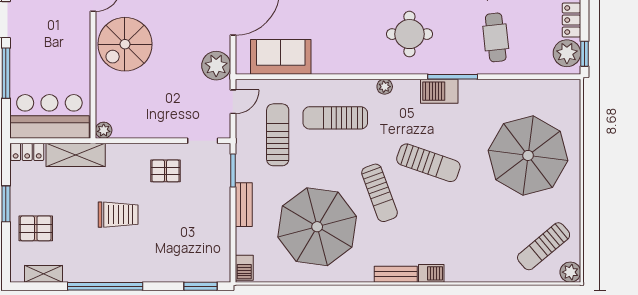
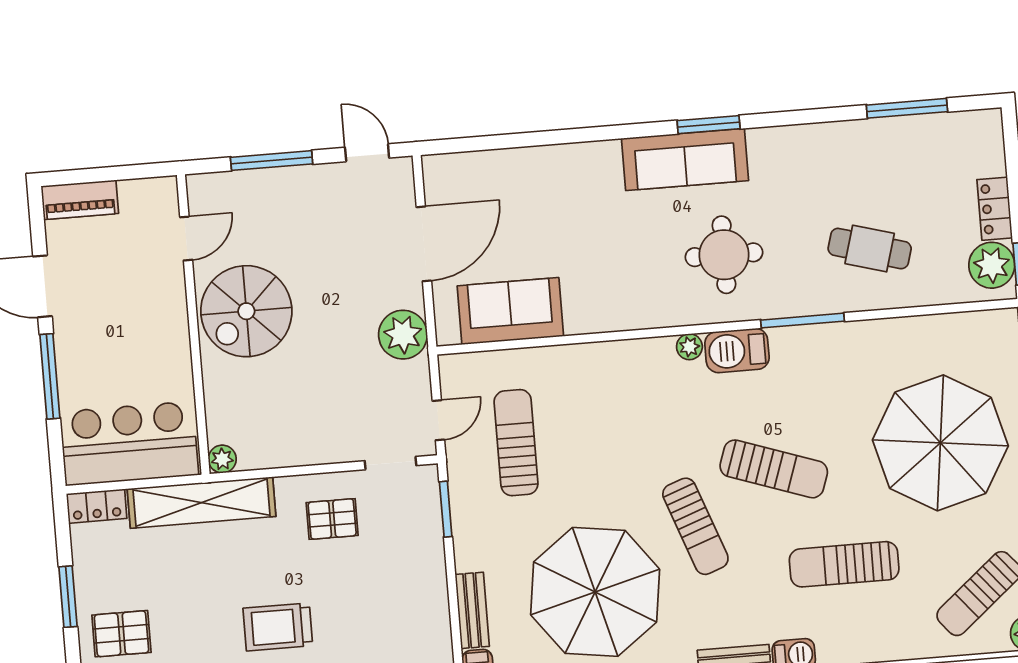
cafe table: (496, 37) -> (870, 249), turned -68
barbecue: (439, 91) -> (737, 351), moved
door: (233, 102) -> (438, 420), moved
sun lounger: (335, 118) -> (844, 564), moved
shelving: (76, 155) -> (202, 503), width x1.47
bench: (244, 205) -> (472, 610), moved
trolley: (118, 215) -> (278, 627), moved, turned 180

